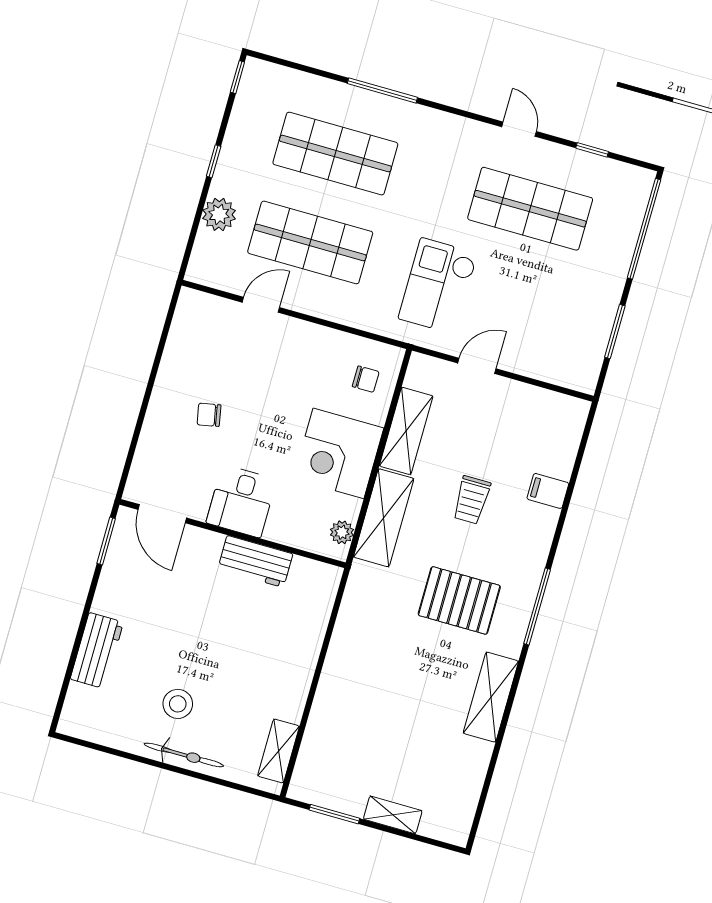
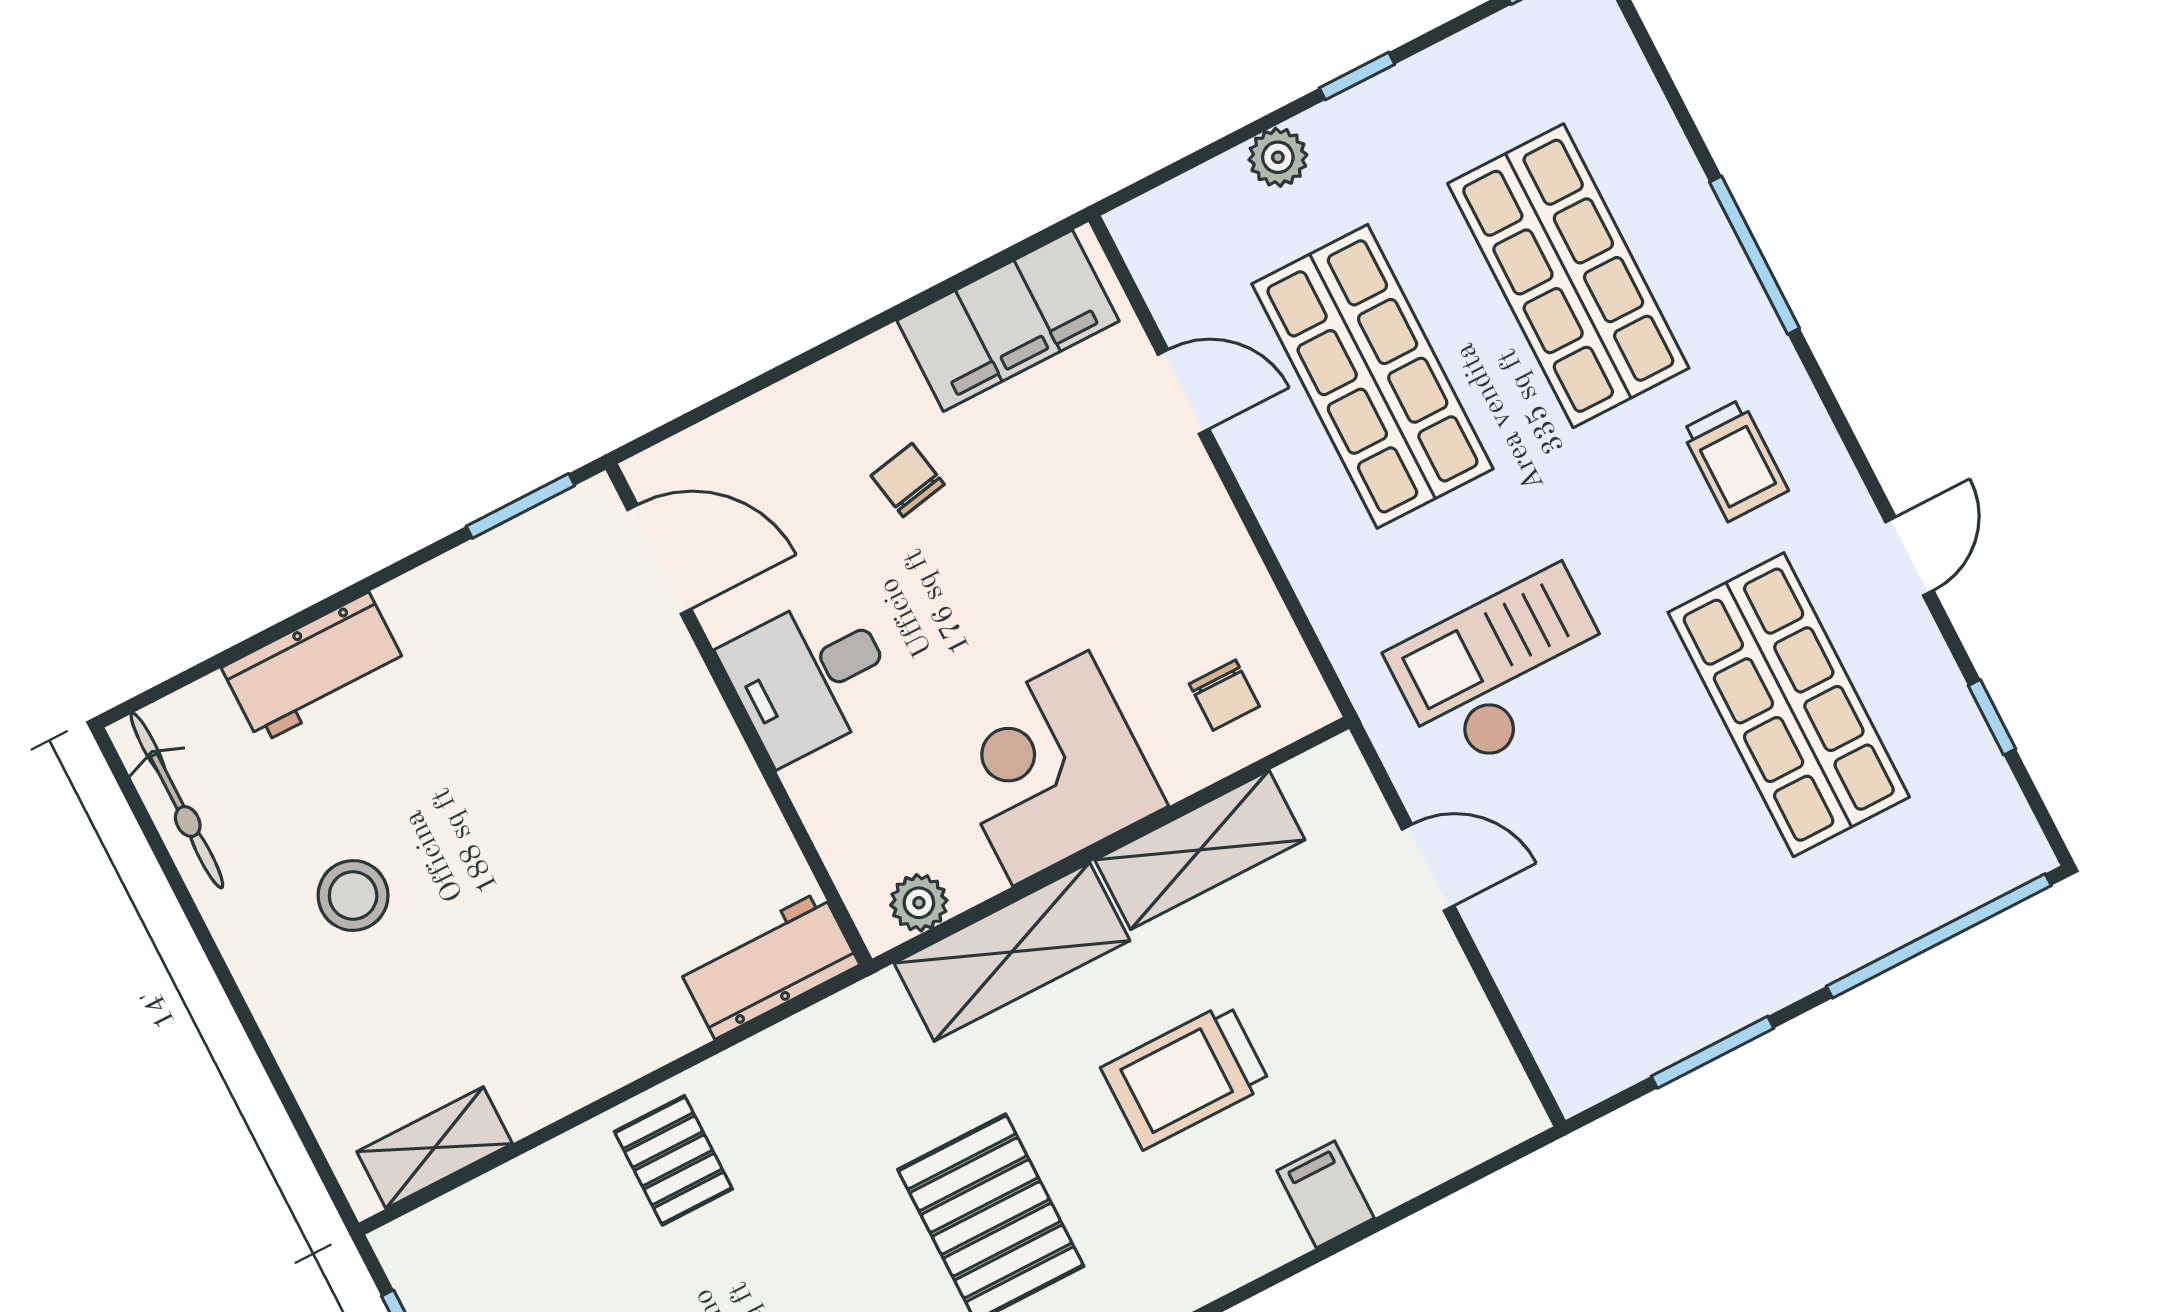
trolley: (440, 155) -> (1735, 460), added
plant: (219, 214) -> (1278, 157), width x0.73, depth x0.73
filing cabinet: (189, 338) -> (1008, 321), added
trolley: (472, 500) -> (1186, 1076), width x1.36, depth x1.39
door: (162, 514) -> (659, 559), swing flipped
workbench: (255, 561) -> (768, 965), moved, turned 90
pallet: (351, 681) -> (673, 1160), added
bicycle: (184, 755) -> (177, 801), moved

